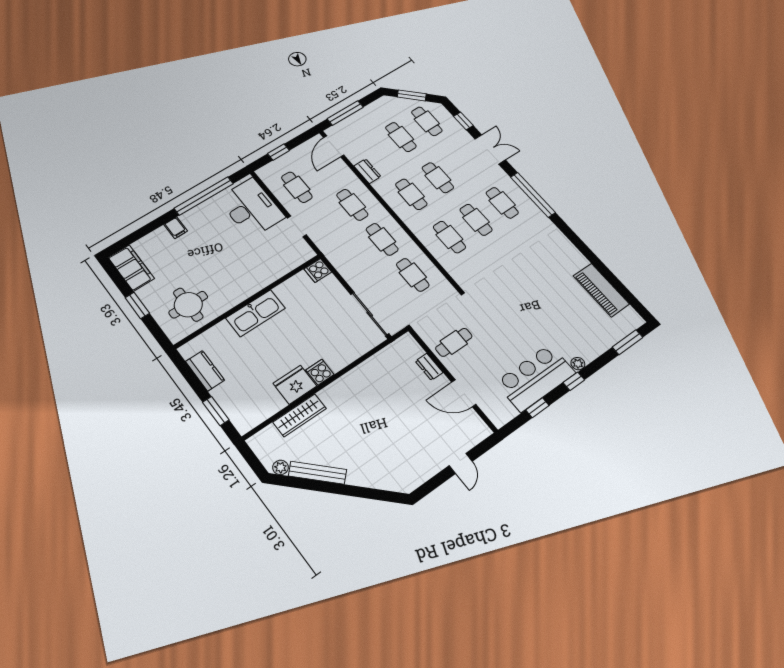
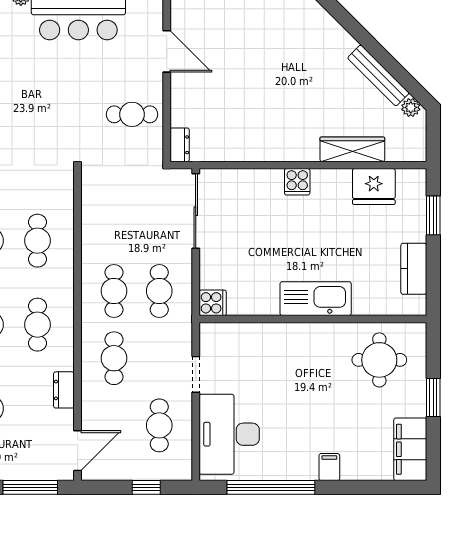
cafe table: (413, 275) -> (159, 291), moved
dresser: (429, 367) -> (180, 145), moved
fridge: (295, 385) -> (374, 186), moved

